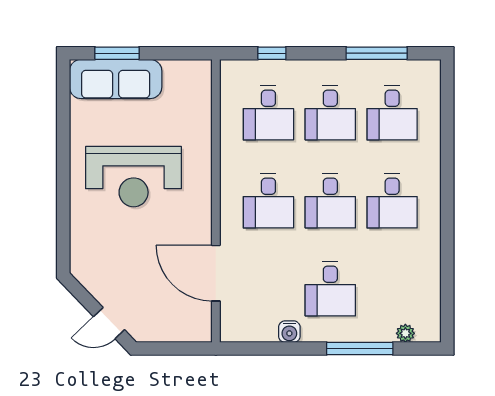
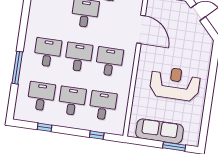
window: (377, 53) -> (44, 127), width x0.46
sofa: (116, 79) -> (160, 131), moved
window: (447, 162) -> (17, 68), added

